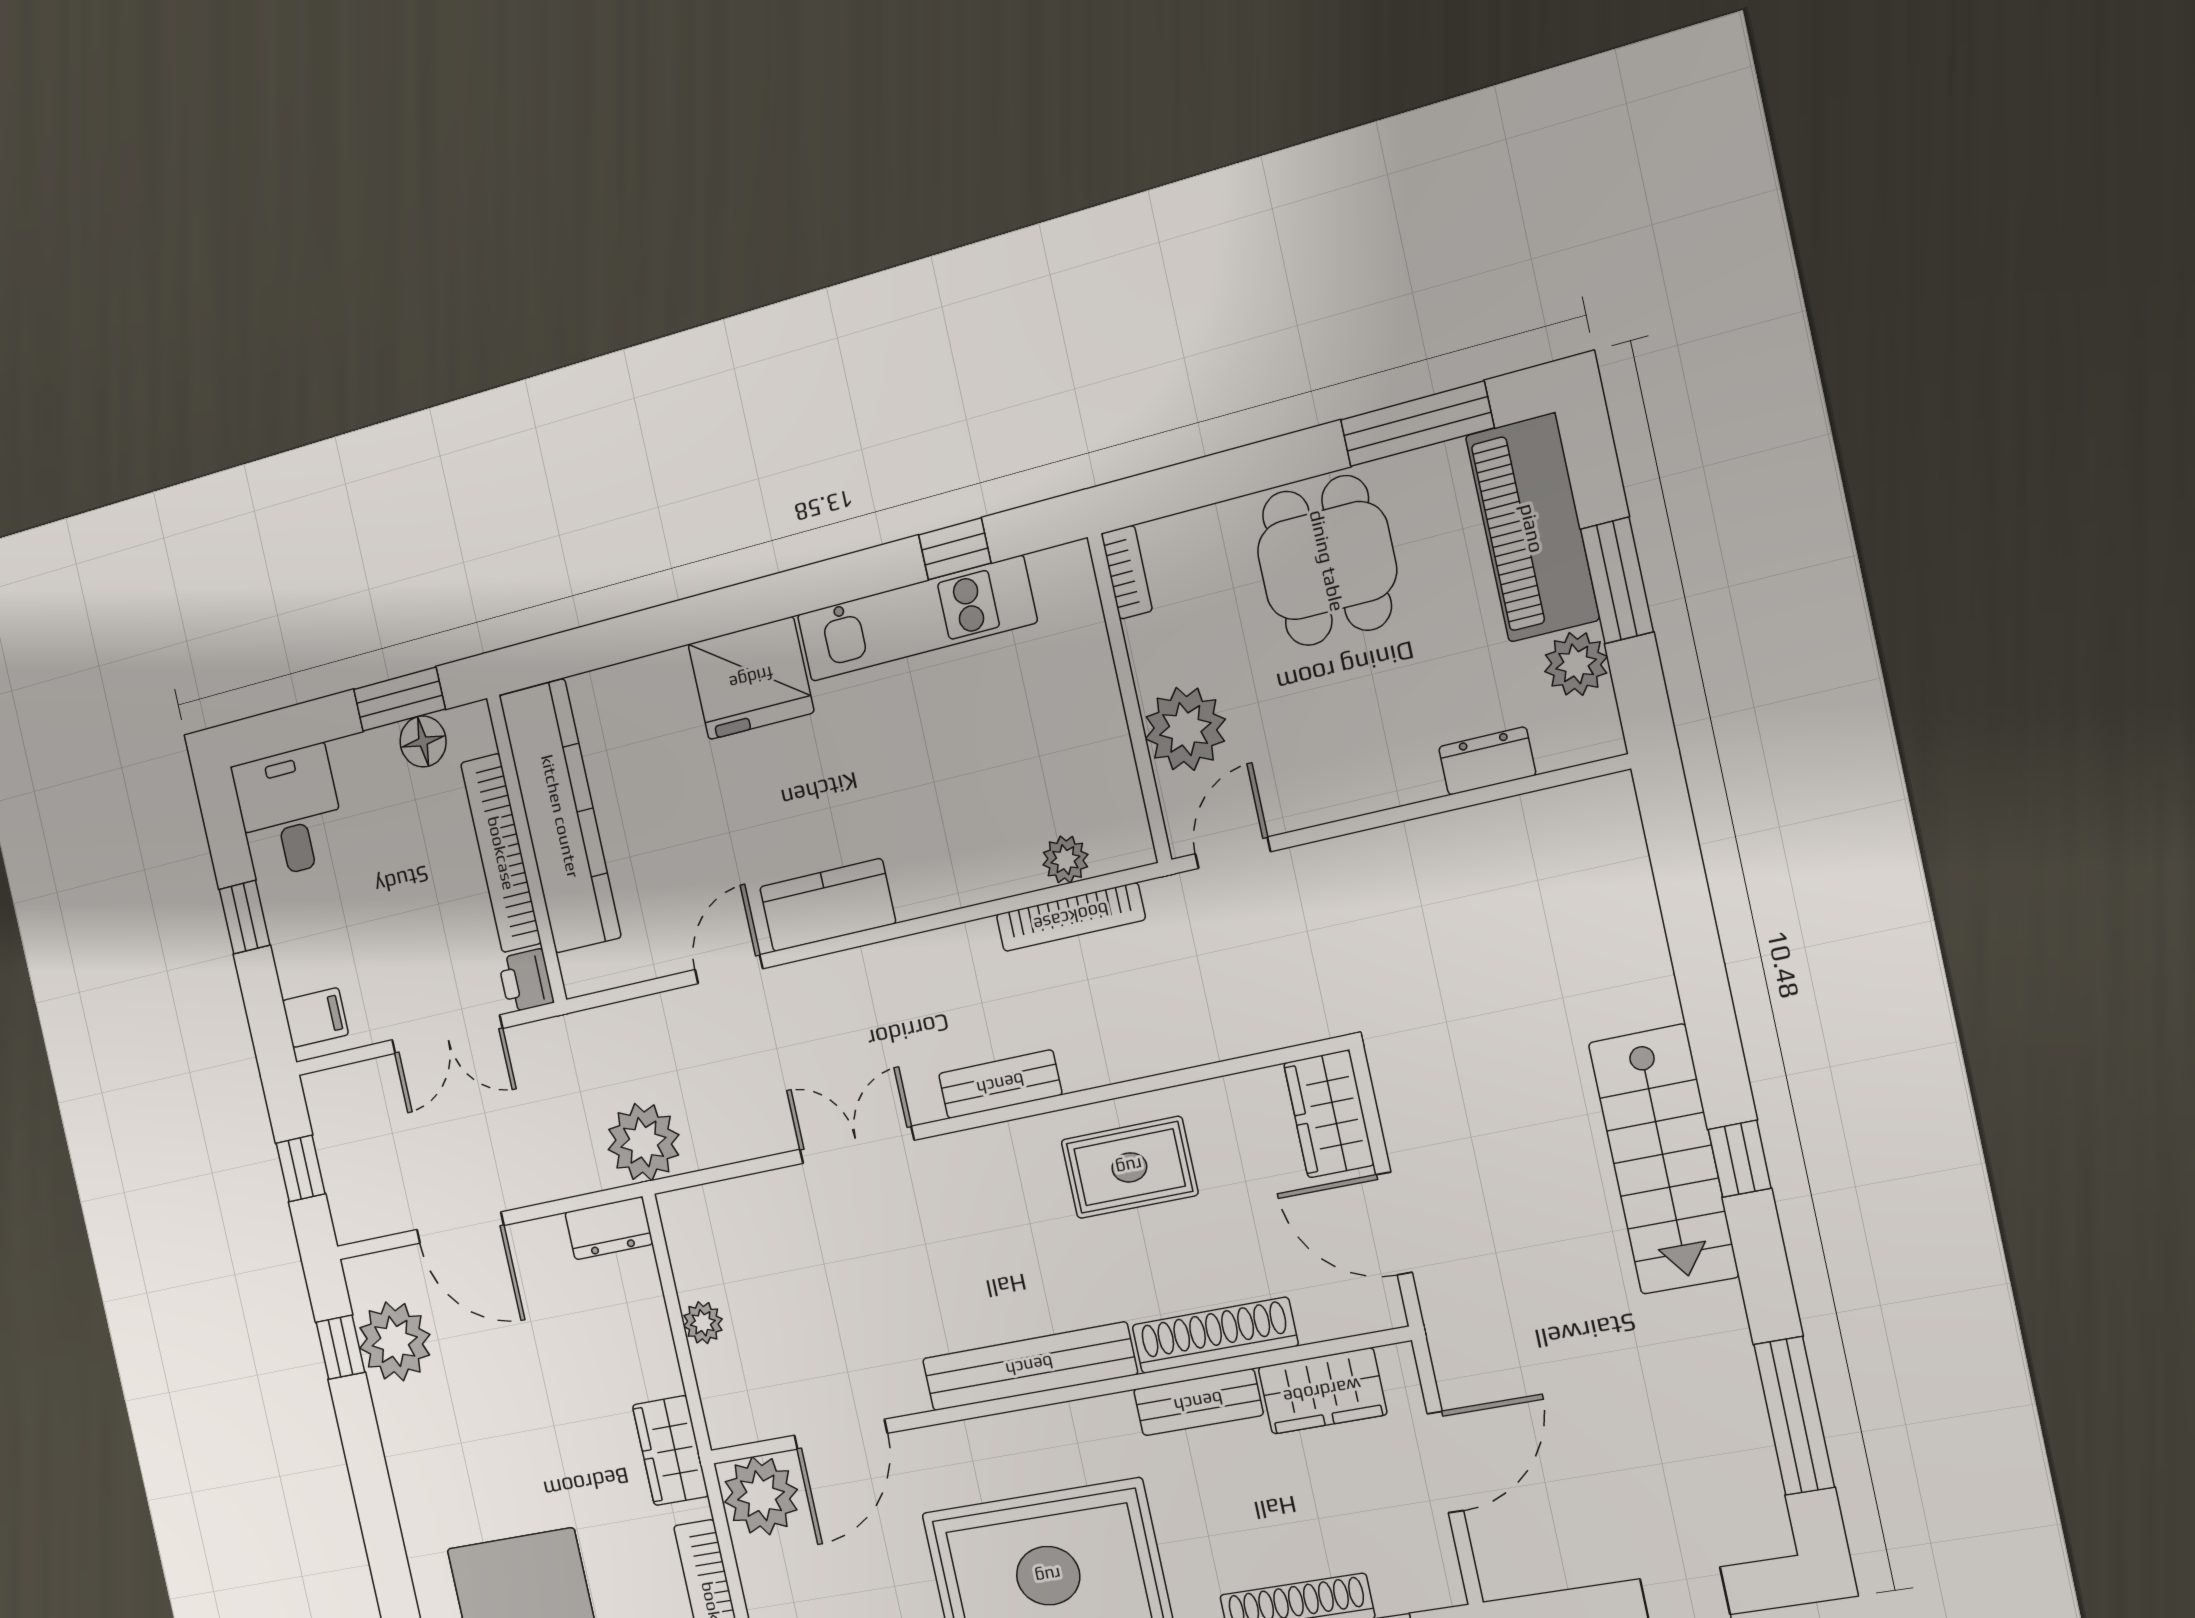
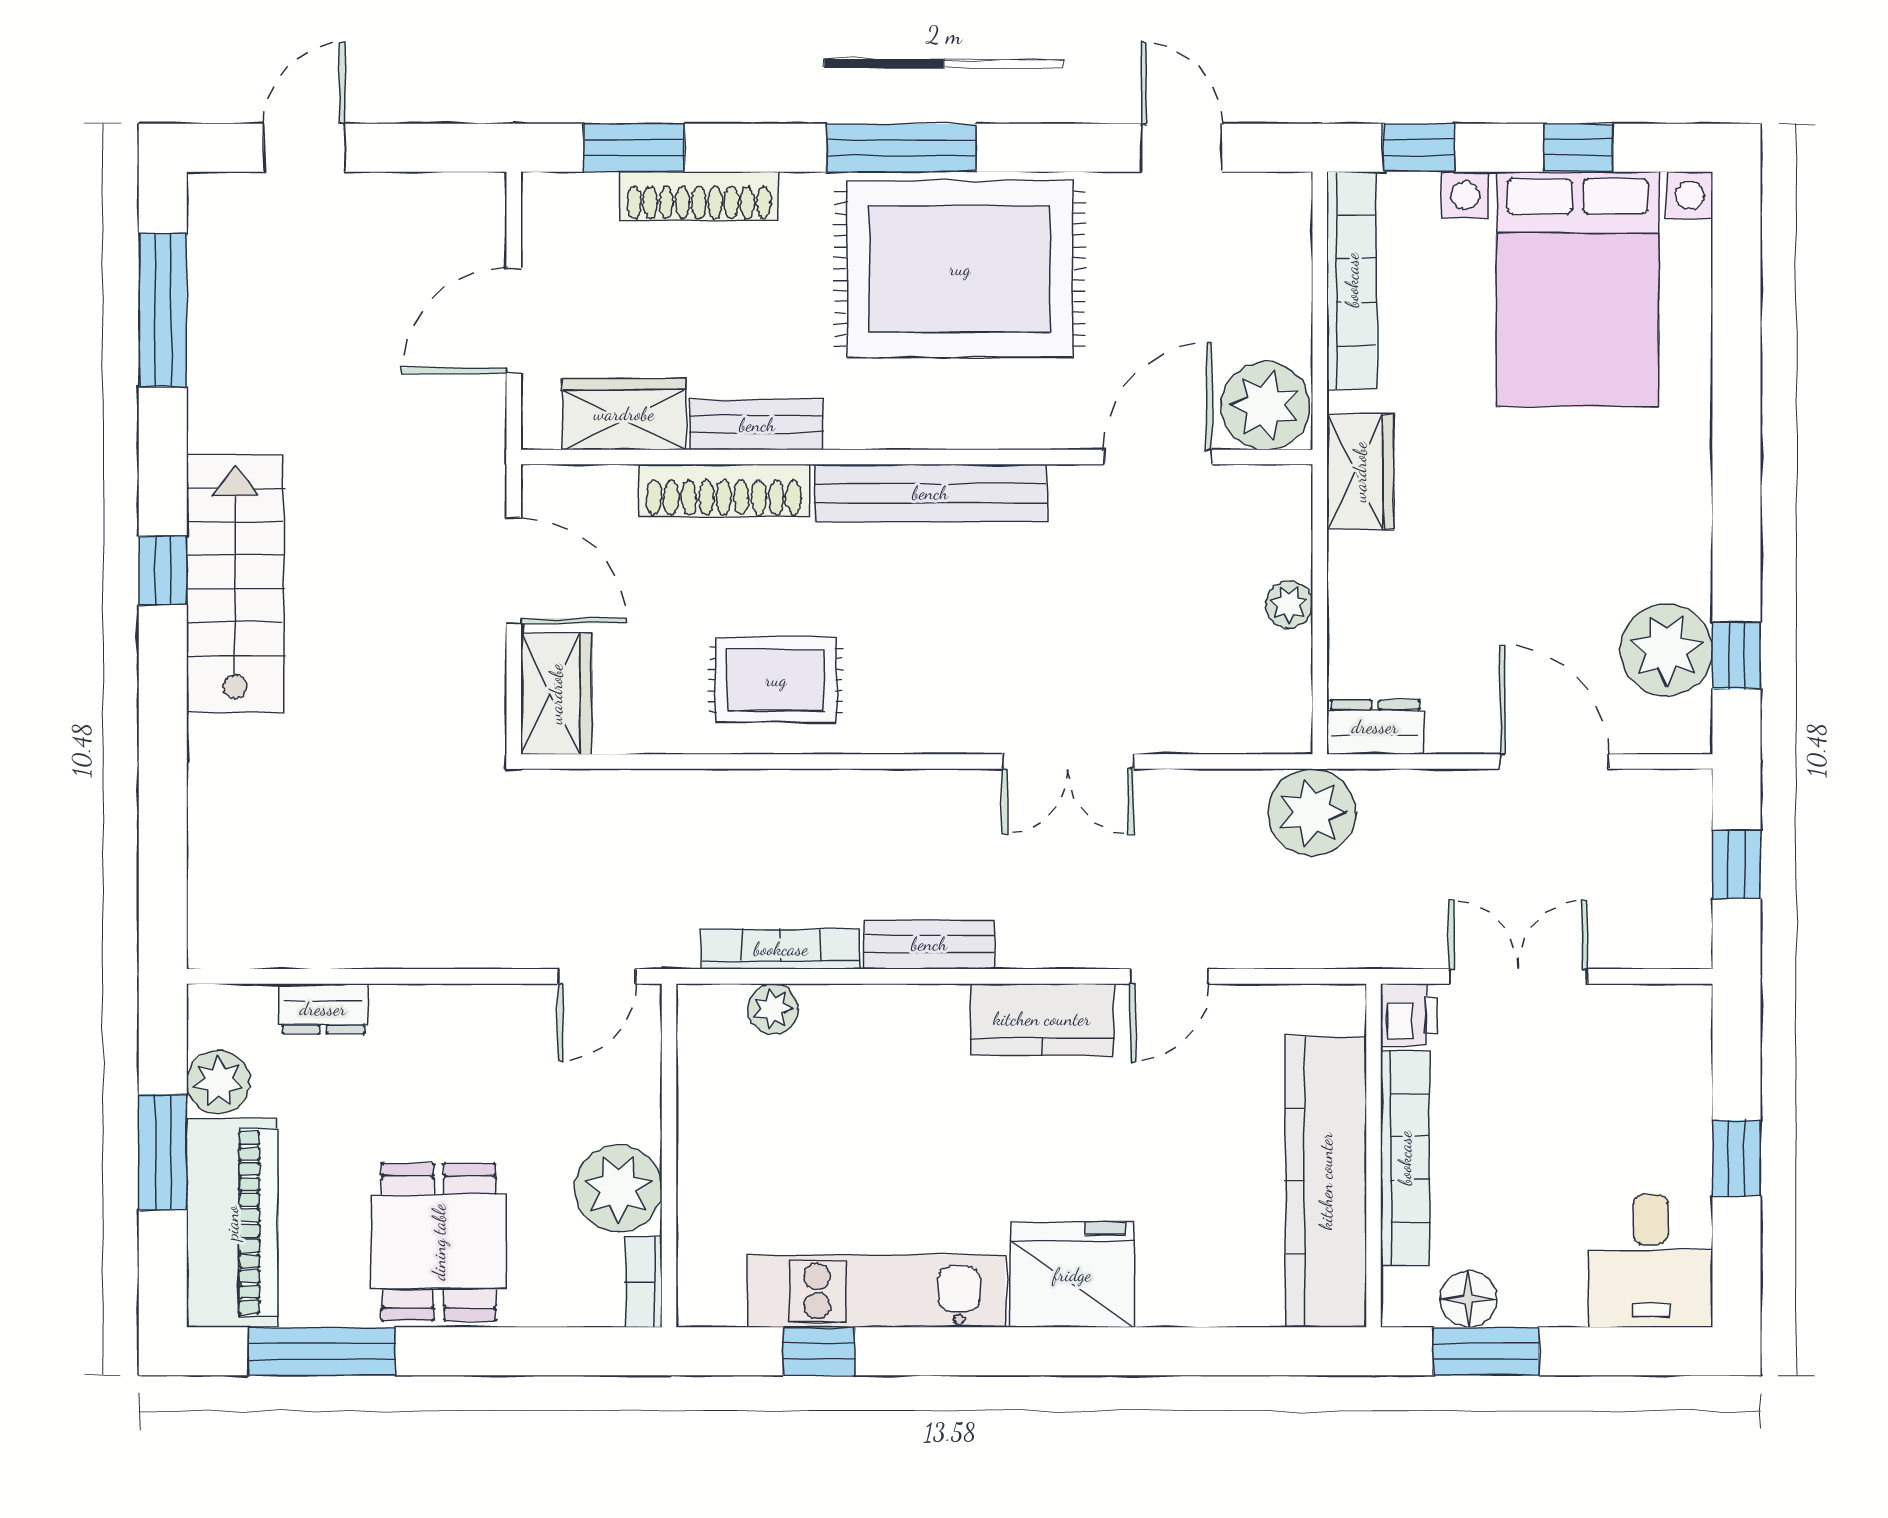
plant: (1185, 729) -> (618, 1188), moved
filing cabinet: (315, 1018) -> (1676, 1028), removed
bench: (1000, 1084) -> (929, 944), moved

